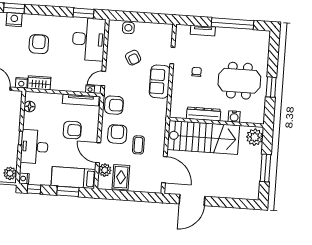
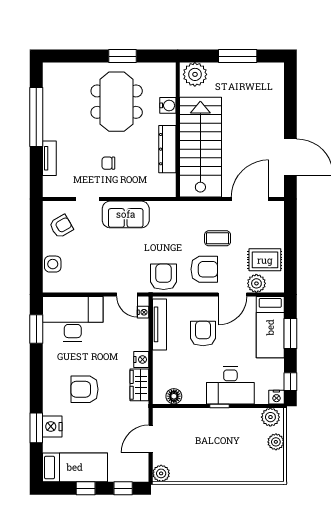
armchair: (133, 58) -> (61, 226), moved
nightstand: (21, 83) -> (141, 360), moved
armchair: (117, 134) -> (204, 269), turned 180

